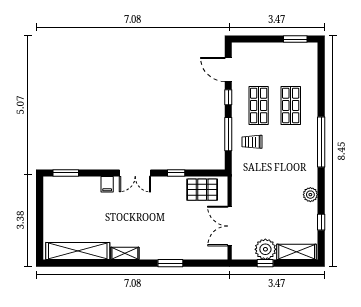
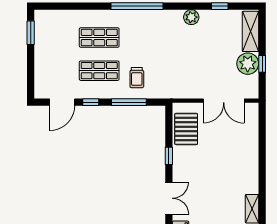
window: (170, 263) -> (262, 162), removed

